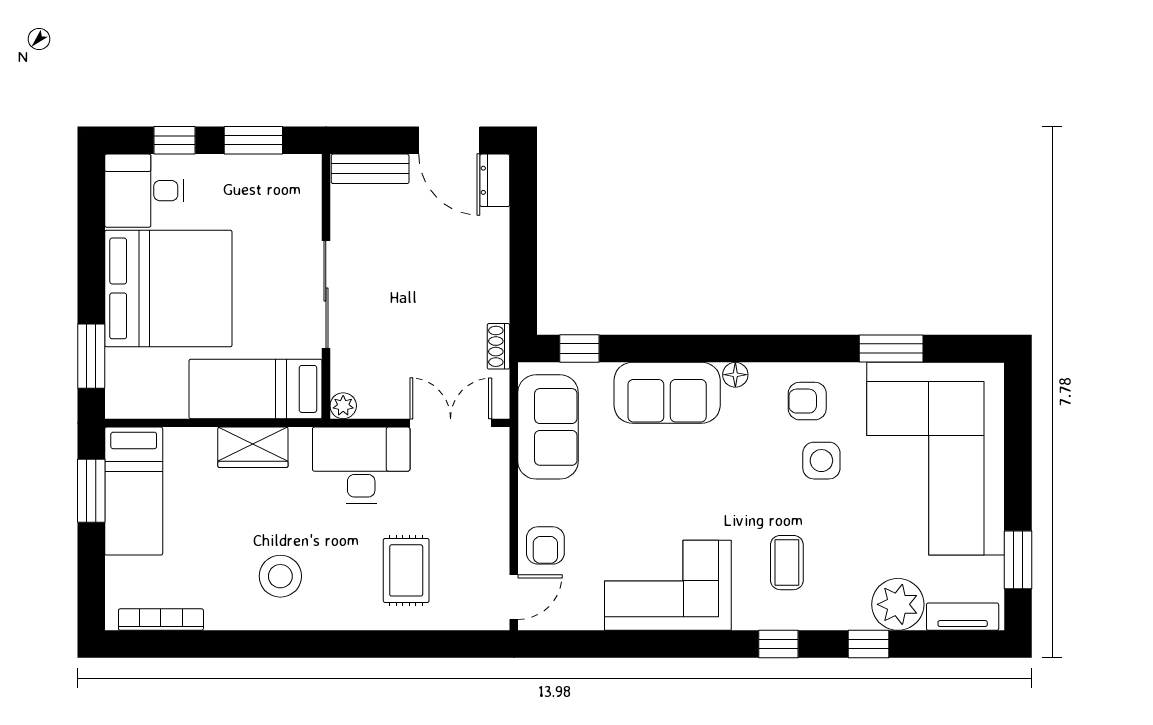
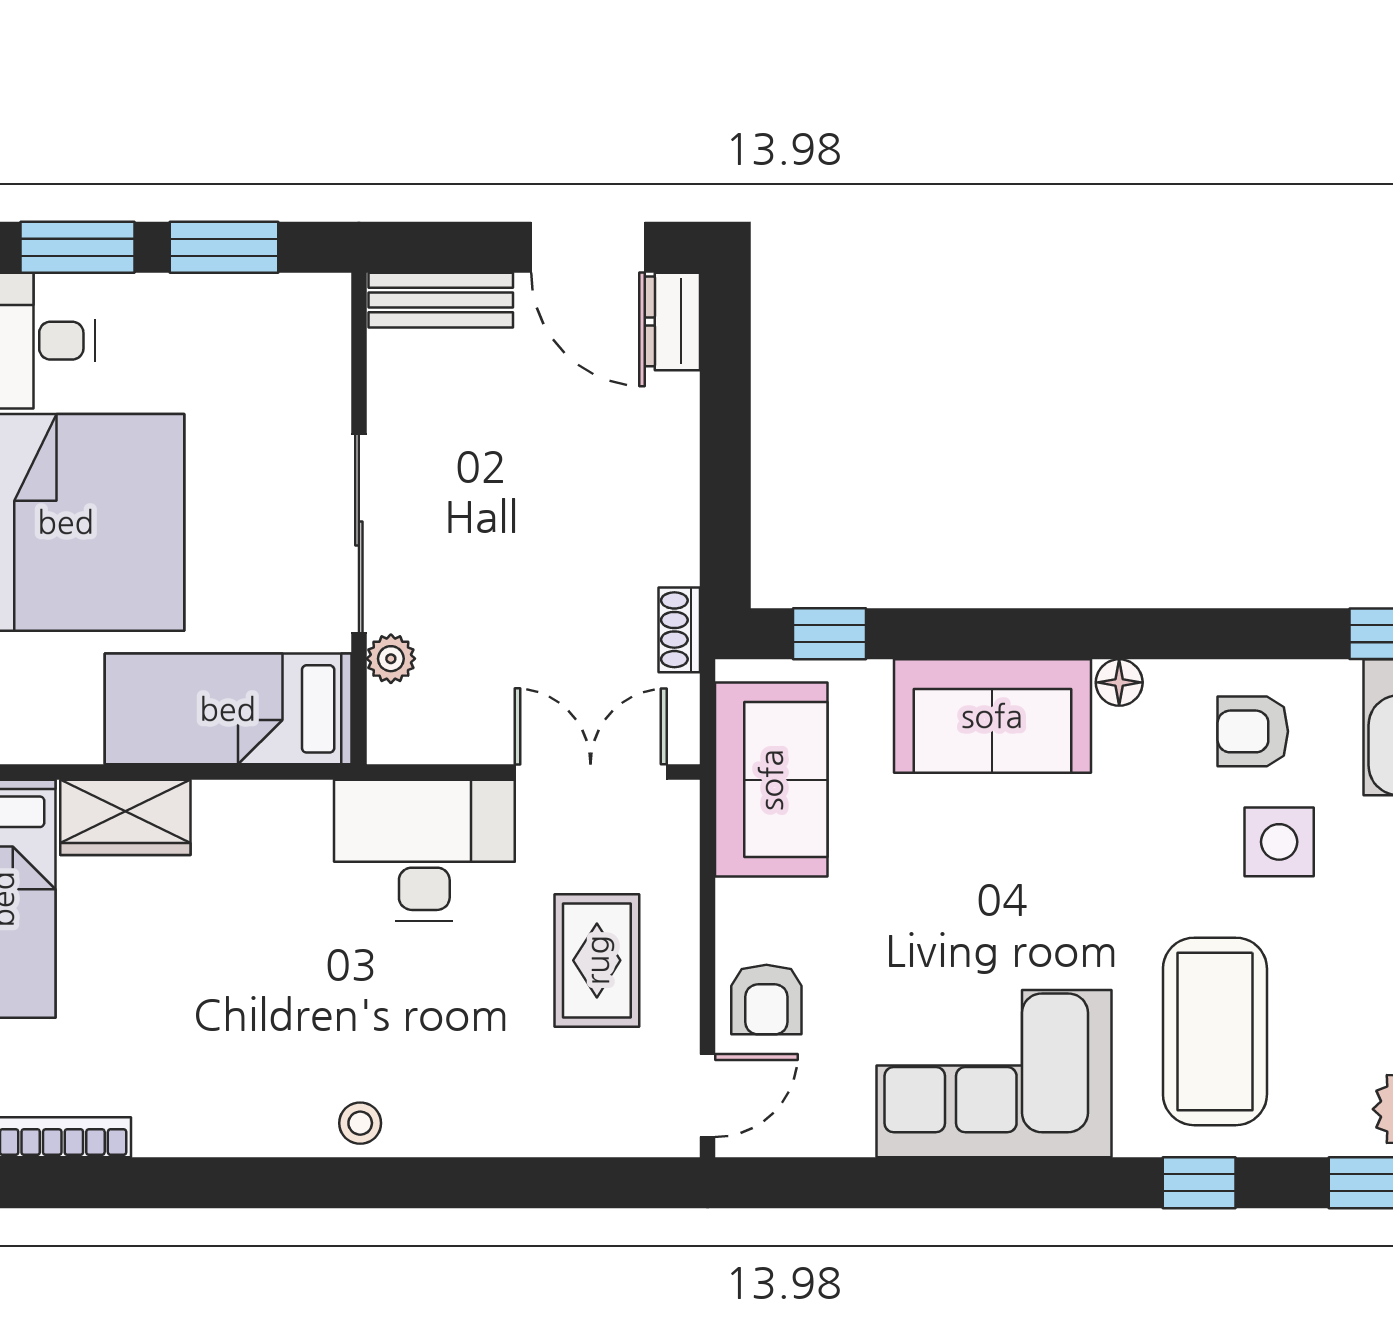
window: (174, 140) -> (78, 247), width x1.50
plant: (343, 406) -> (391, 659), moved
wardrobe: (253, 447) -> (125, 817), moved
coffee table: (787, 563) -> (1215, 1031), width x1.86, depth x1.72
rug: (406, 570) -> (597, 960), moved
stool: (280, 576) -> (360, 1123), moved, width x0.53, depth x0.53

